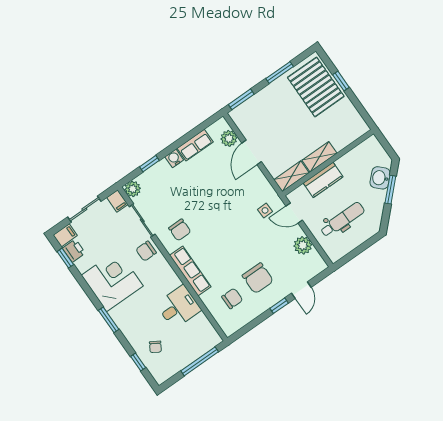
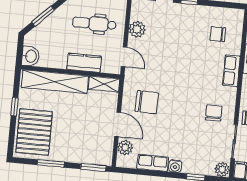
window: (341, 81) -> (14, 107), moved
door: (252, 152) -> (118, 124), hinge flipped
shelving: (319, 157) -> (55, 82), width x2.20, depth x1.33
washbasin: (380, 178) -> (30, 56), moved, turned -45
side table: (265, 210) -> (143, 76), removed
row of seats: (190, 271) -> (231, 71), width x0.68
chair: (258, 278) -> (147, 102), moved, turned 92

